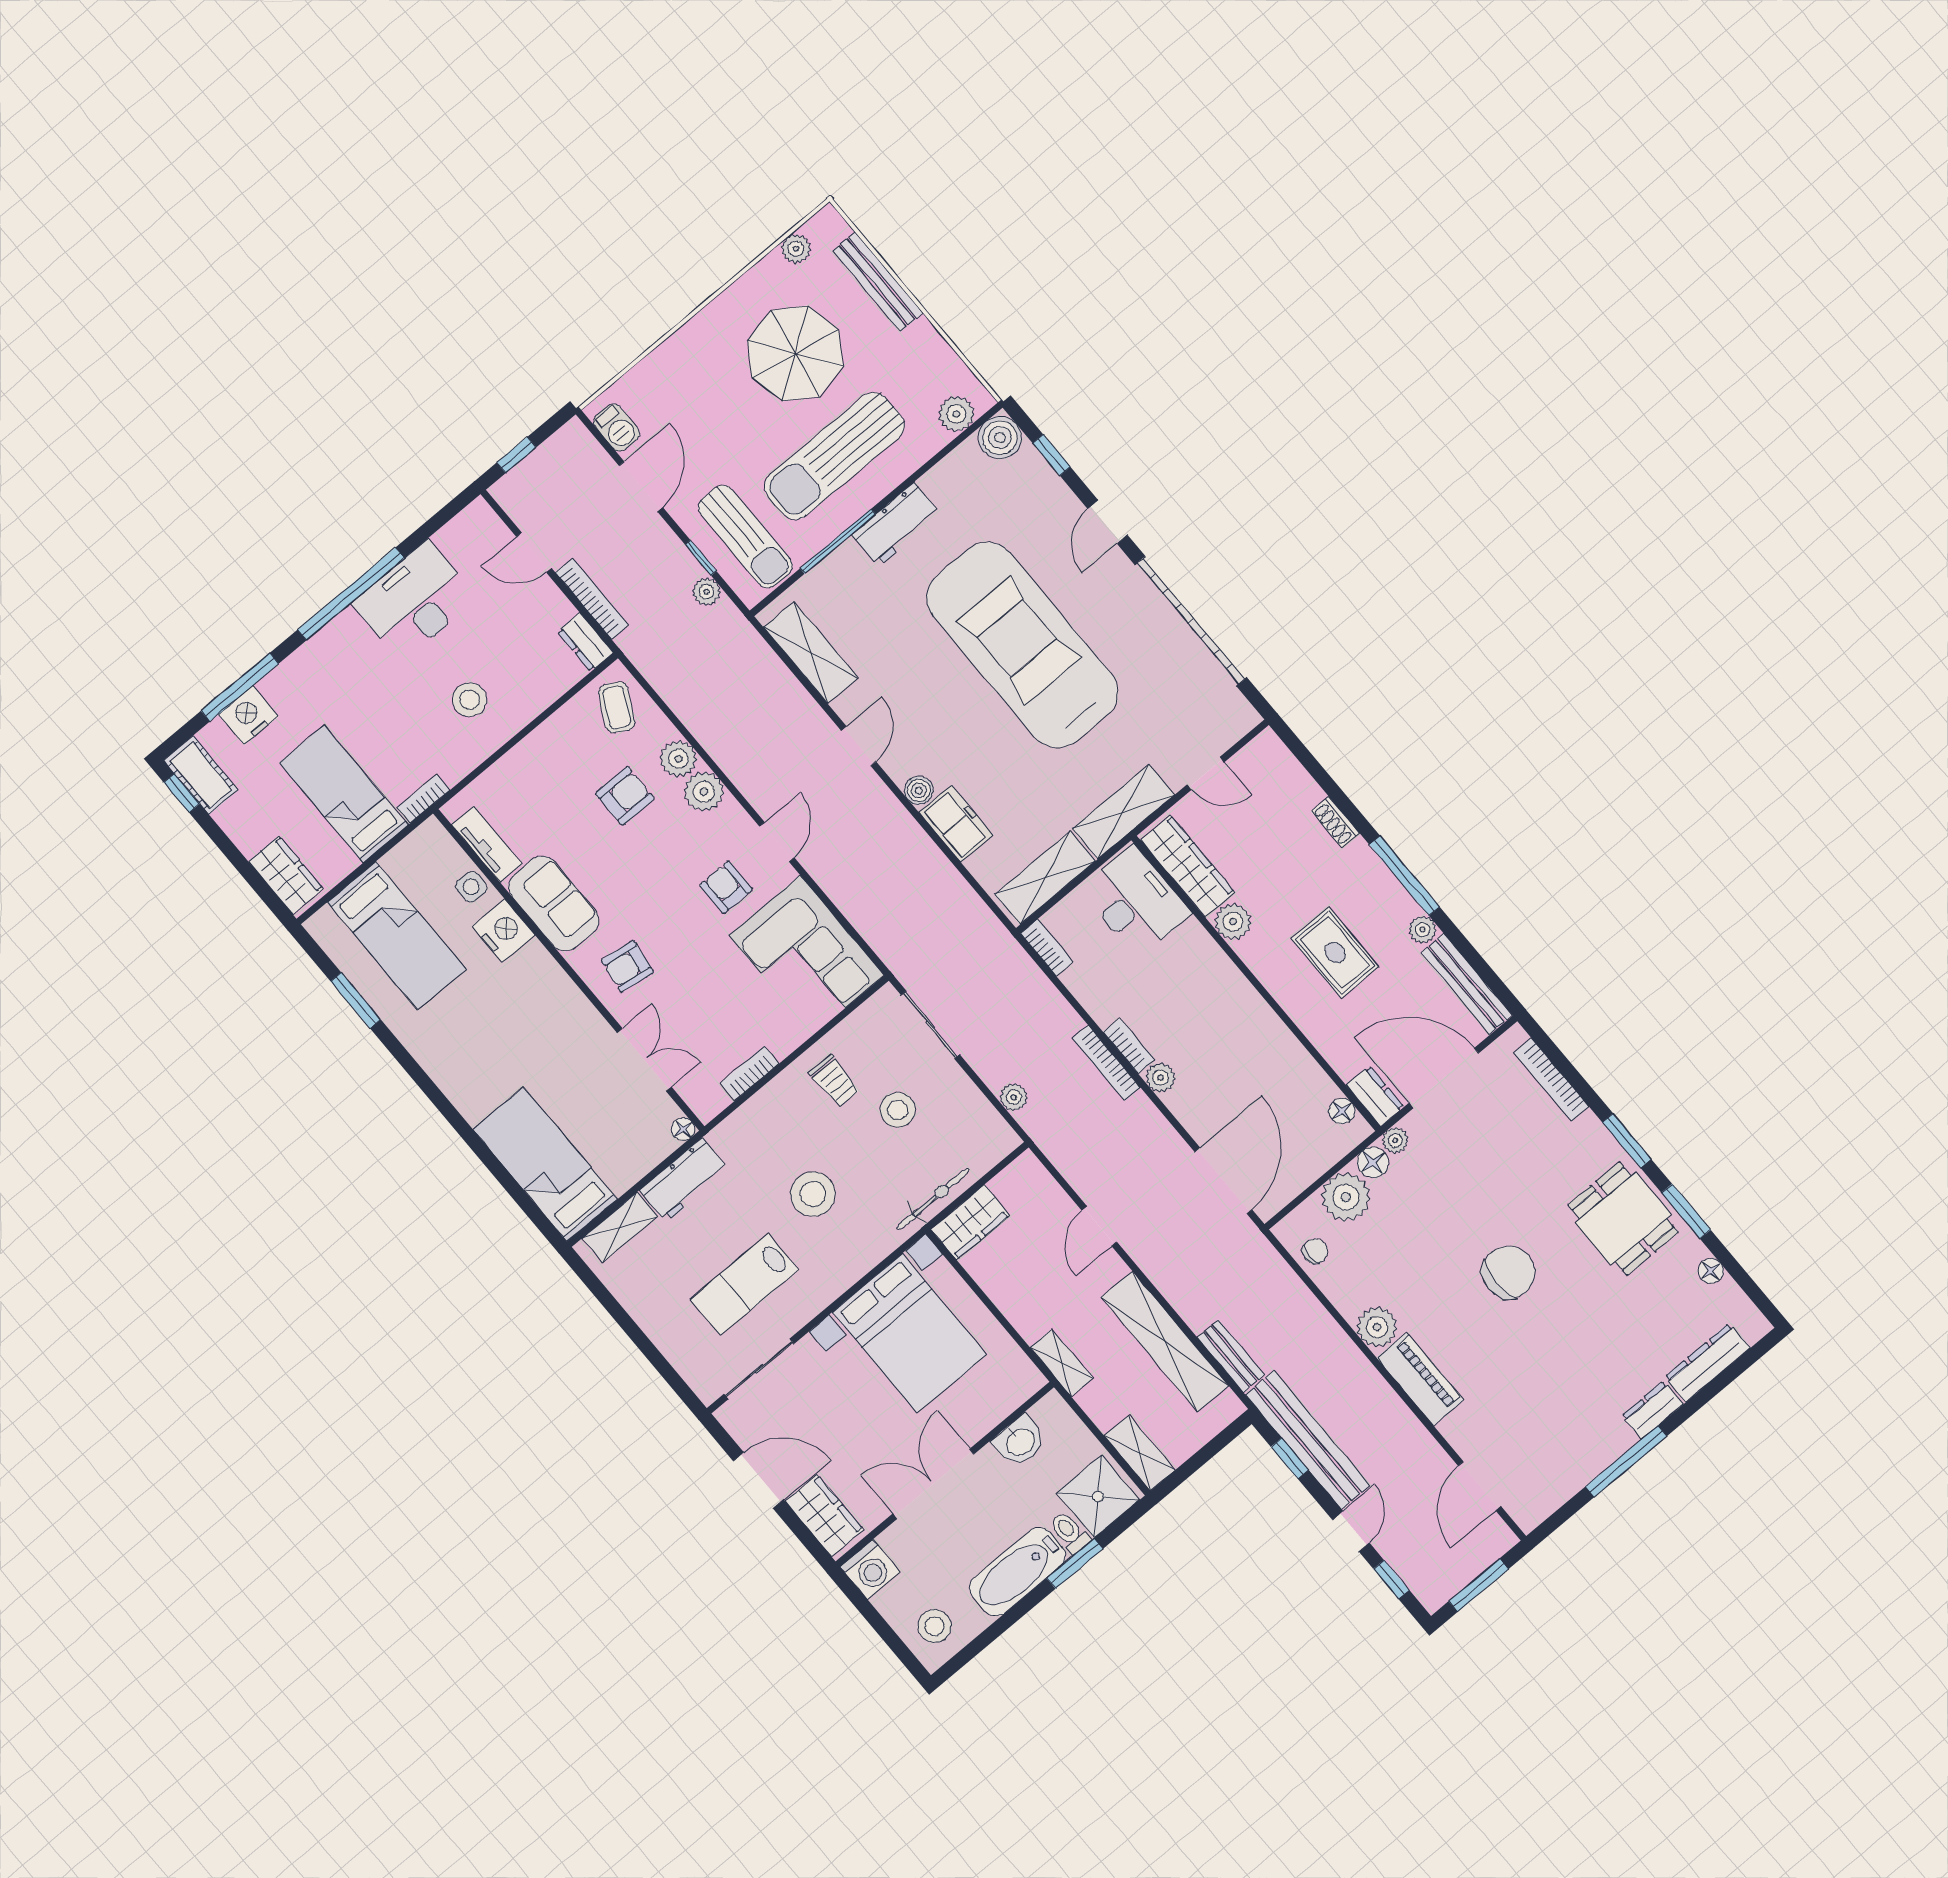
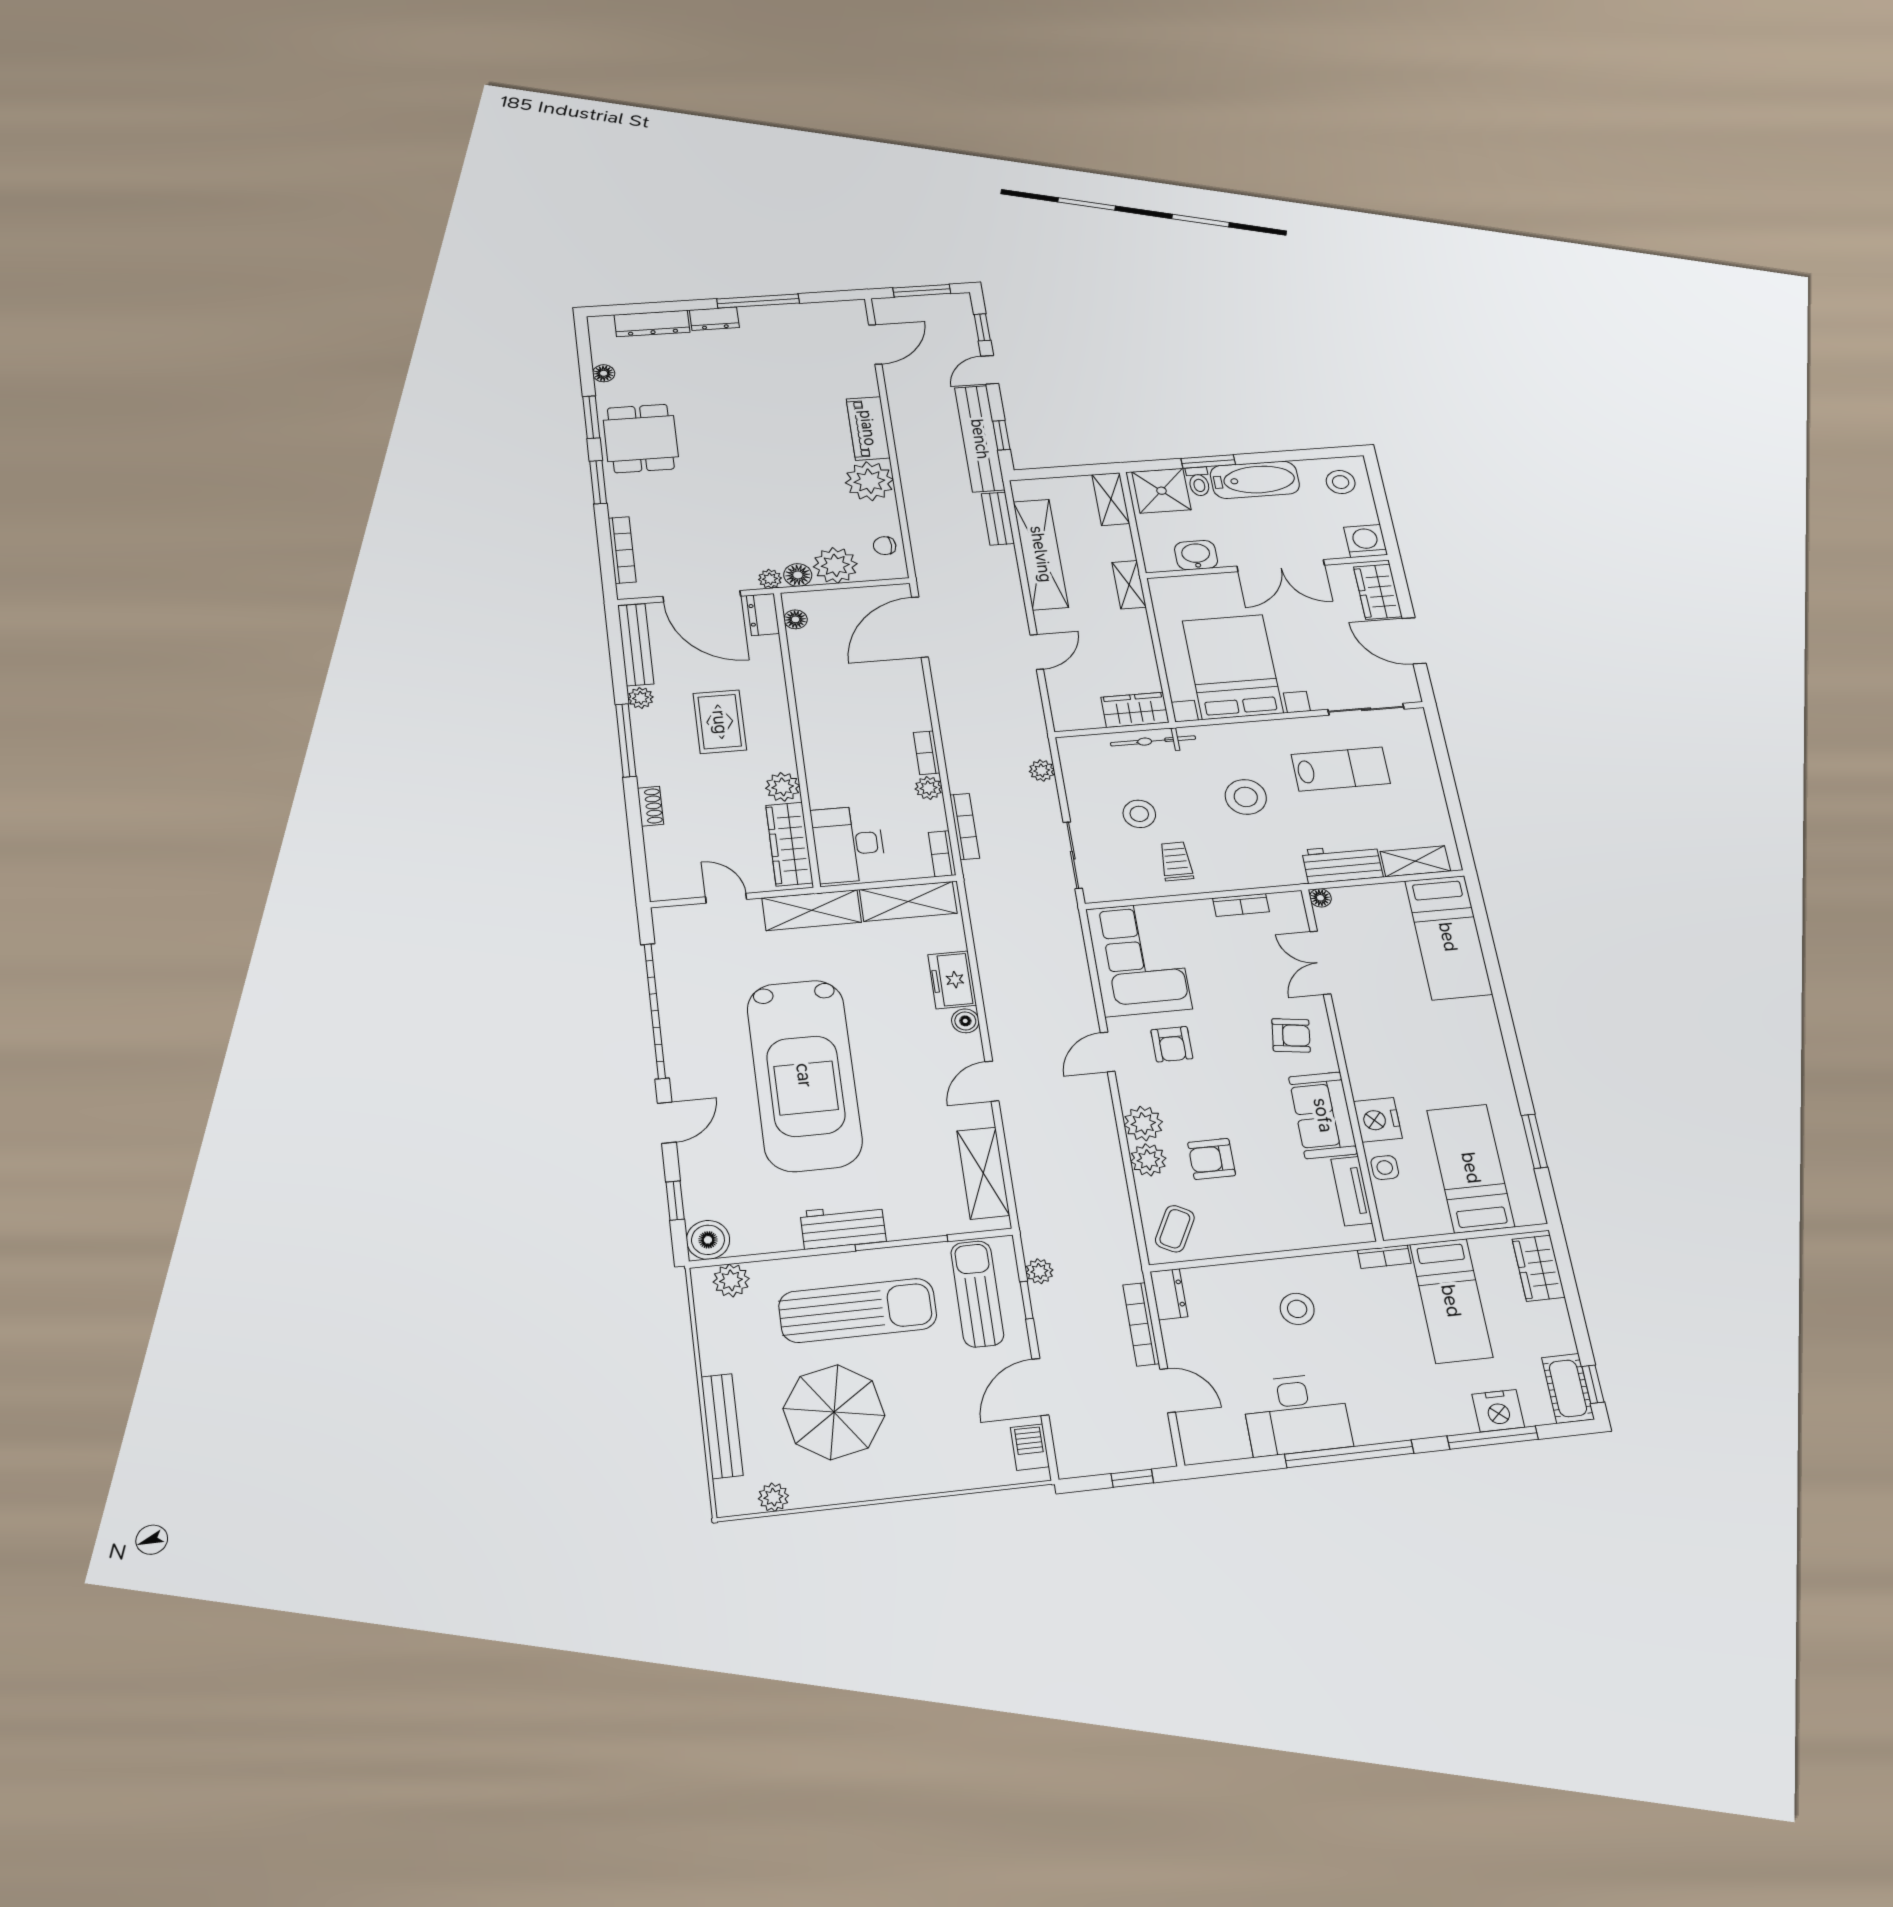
bookcase: (1106, 1063) -> (965, 826), moved
plant: (1161, 1078) -> (929, 788), moved
chair: (1509, 1272) -> (751, 454), removed
plant: (1377, 1327) -> (869, 481), width x1.36, depth x1.36

